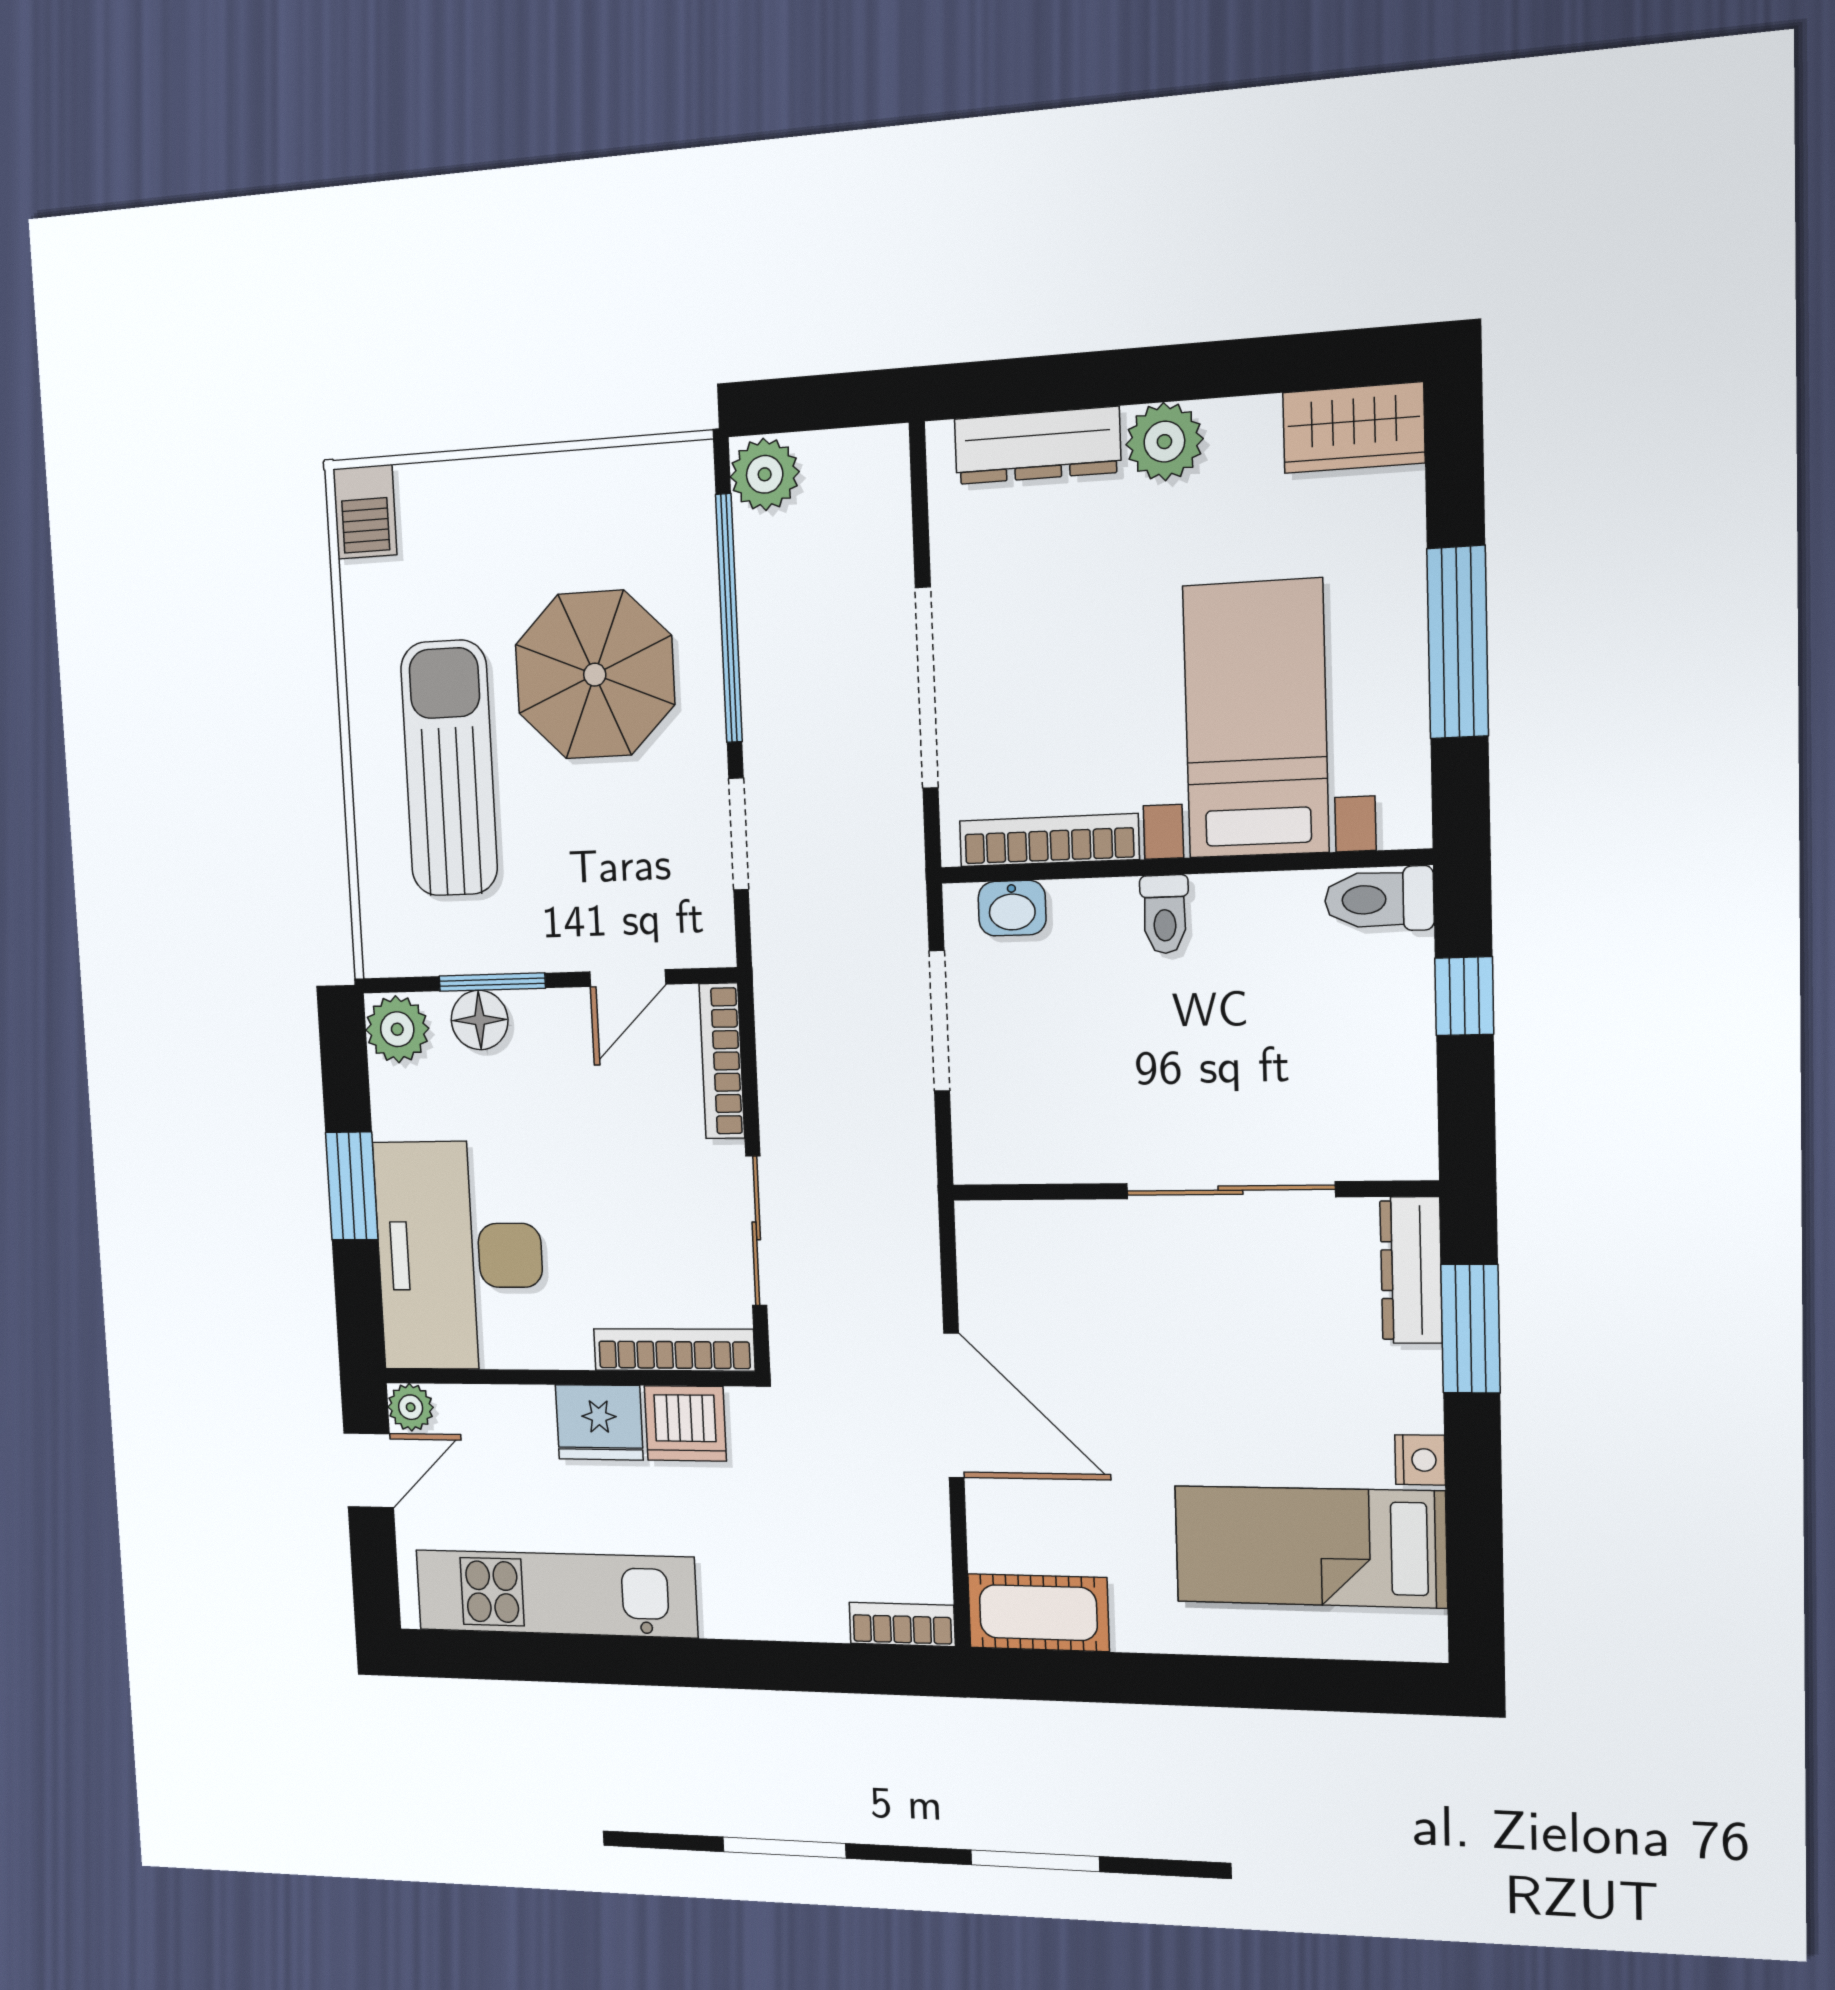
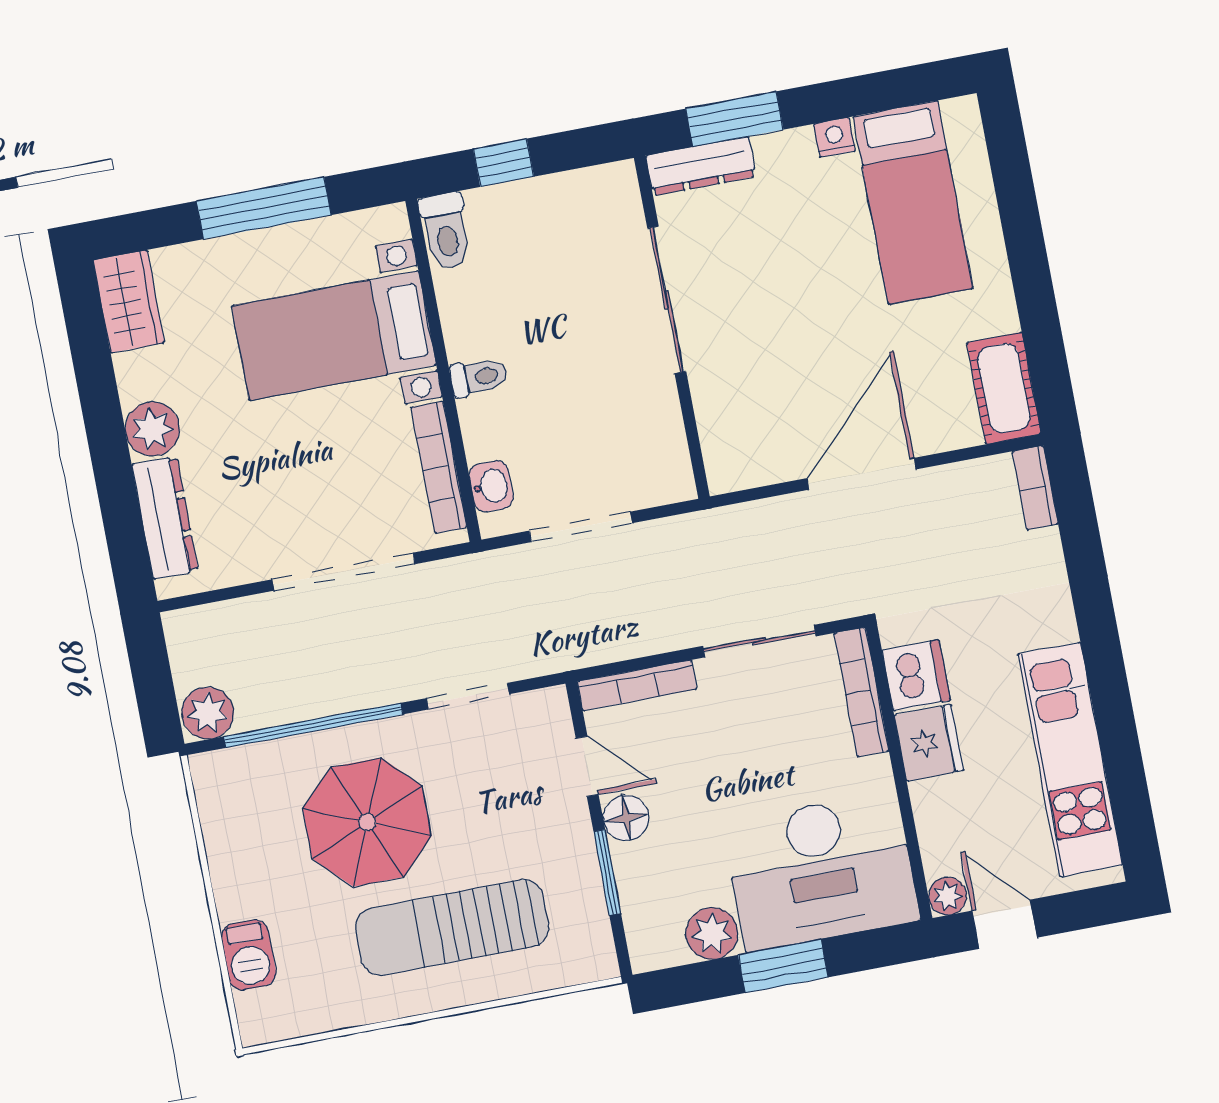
barbecue: (365, 512) -> (249, 955), moved, turned 90
floor lamp: (480, 1020) -> (626, 818), moved
plant: (397, 1029) -> (712, 933), moved

